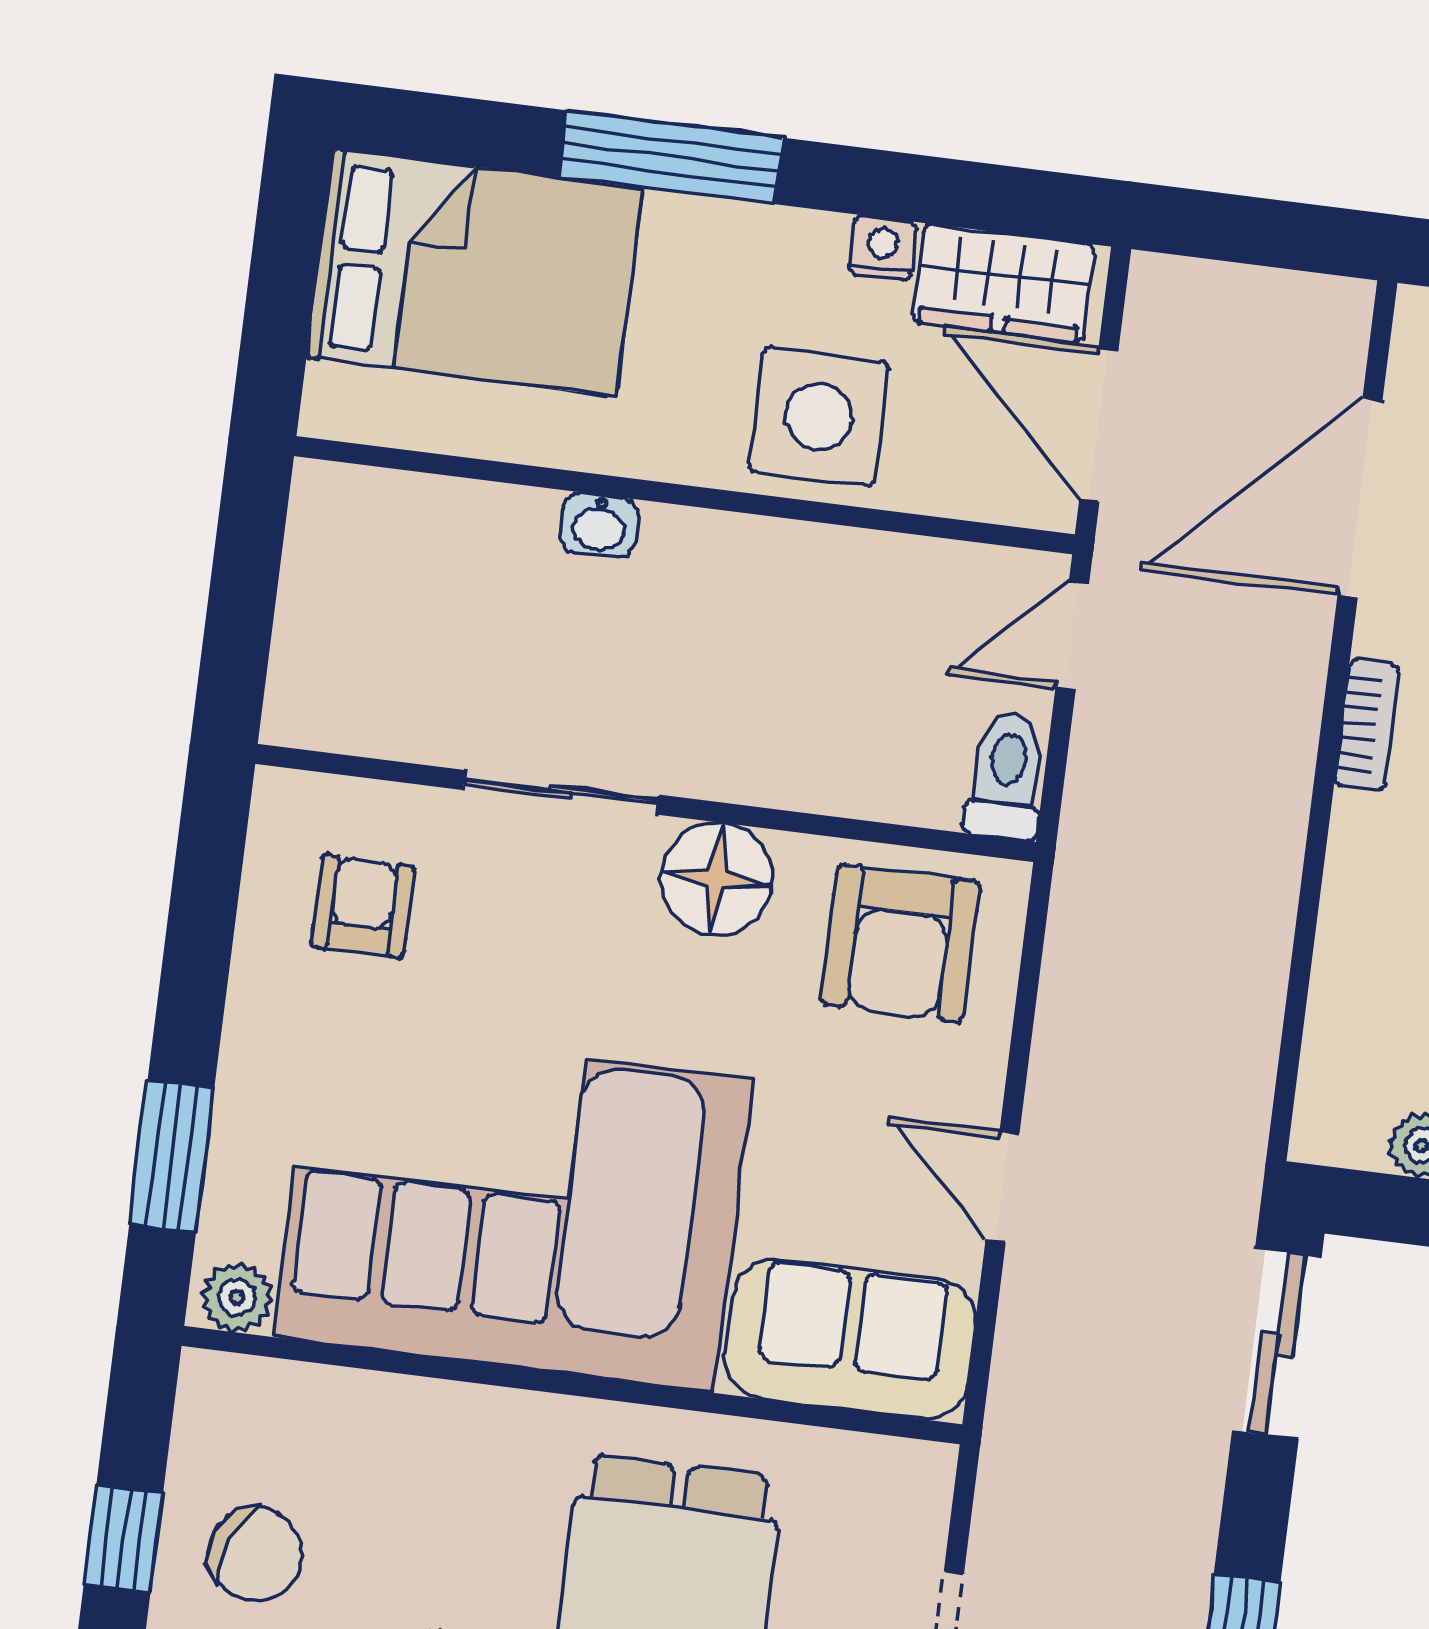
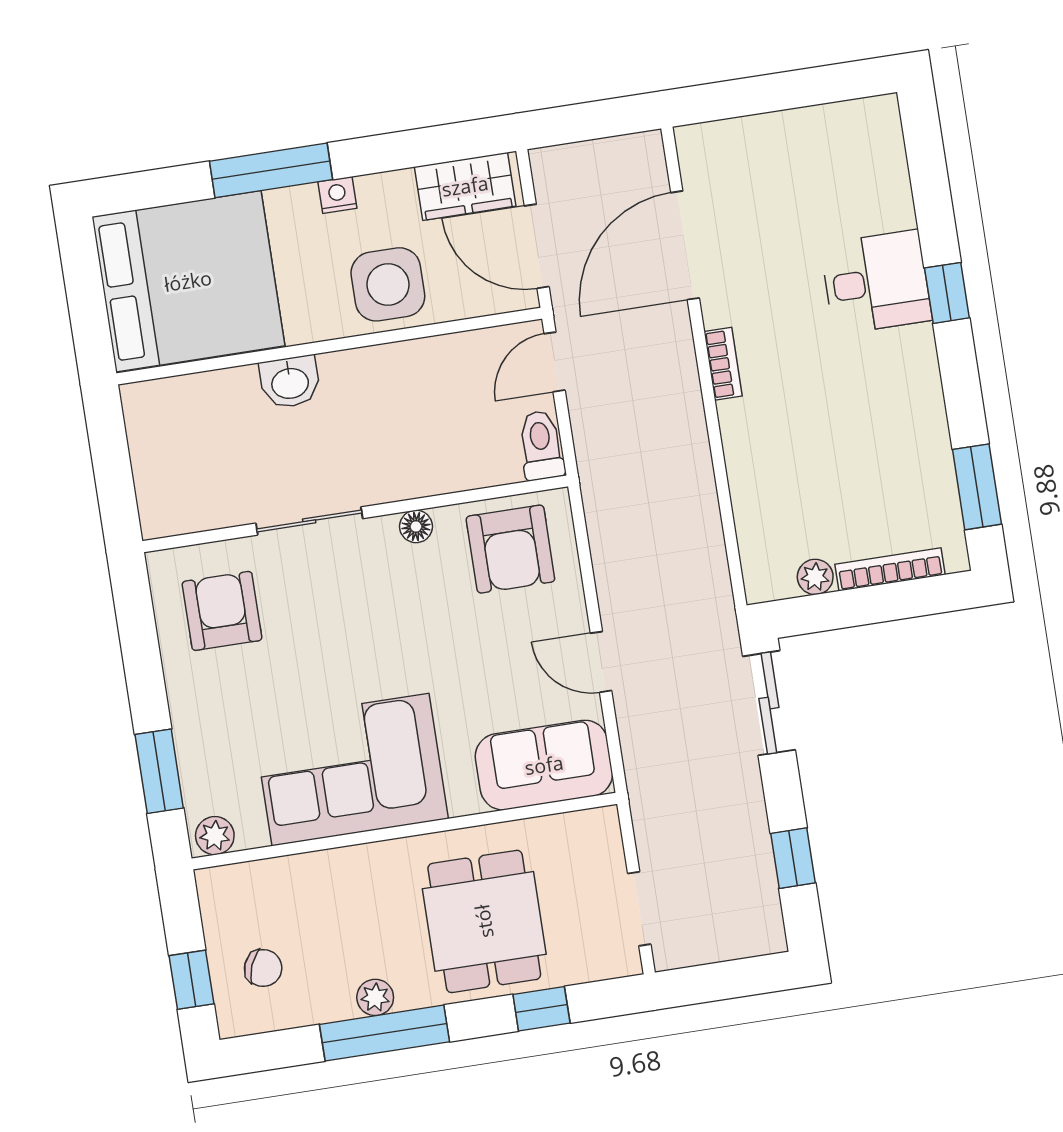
nightstand: (883, 248) -> (337, 195), moved
bed: (475, 273) -> (188, 281), width x1.36
washbasin: (599, 525) -> (290, 382), width x1.38, depth x1.45
floor lamp: (716, 879) -> (416, 526), width x0.53, depth x0.53
armchair: (363, 906) -> (222, 611), width x1.38, depth x1.38
corner sofa: (514, 1208) -> (351, 770), width x0.73, depth x0.74
chair: (255, 1554) -> (263, 968), width x0.73, depth x0.73

